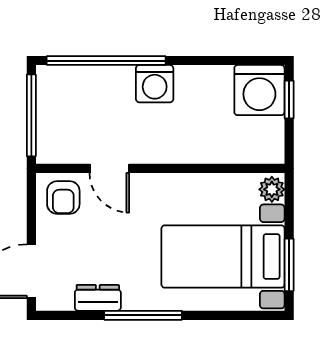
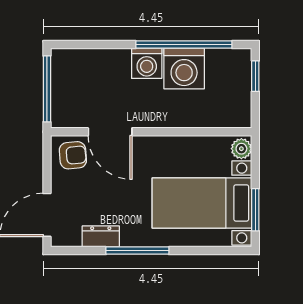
window: (106, 61) -> (184, 45), moved
washing machine: (259, 90) -> (184, 68), moved
door: (109, 168) -> (110, 132), width x1.38
armchair: (63, 197) -> (73, 155), turned -95

